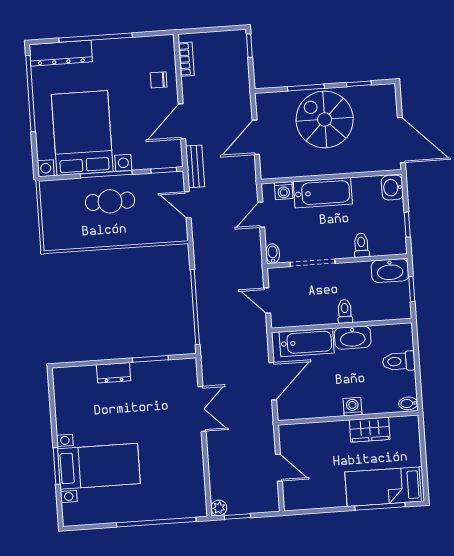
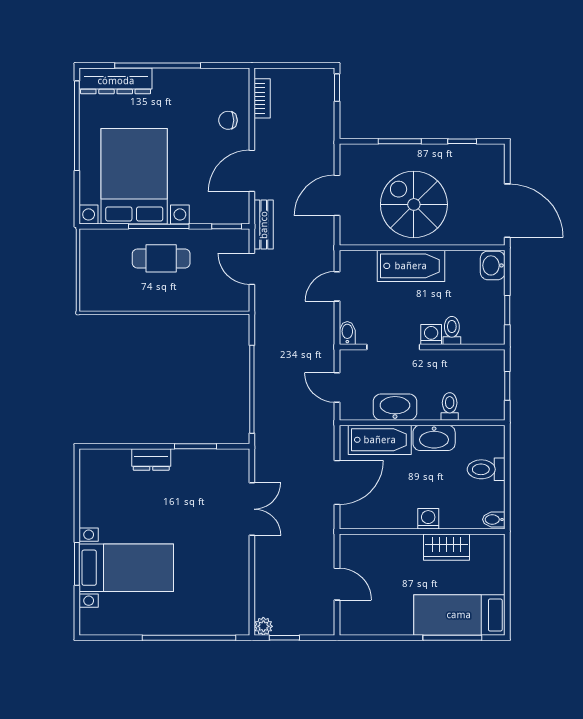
spiral stairs: (325, 119) -> (414, 204), moved
washing machine: (284, 191) -> (431, 334), moved, turned 180
washbasin: (390, 271) -> (395, 407), moved, turned 180
toilet: (345, 311) -> (450, 406), moved

